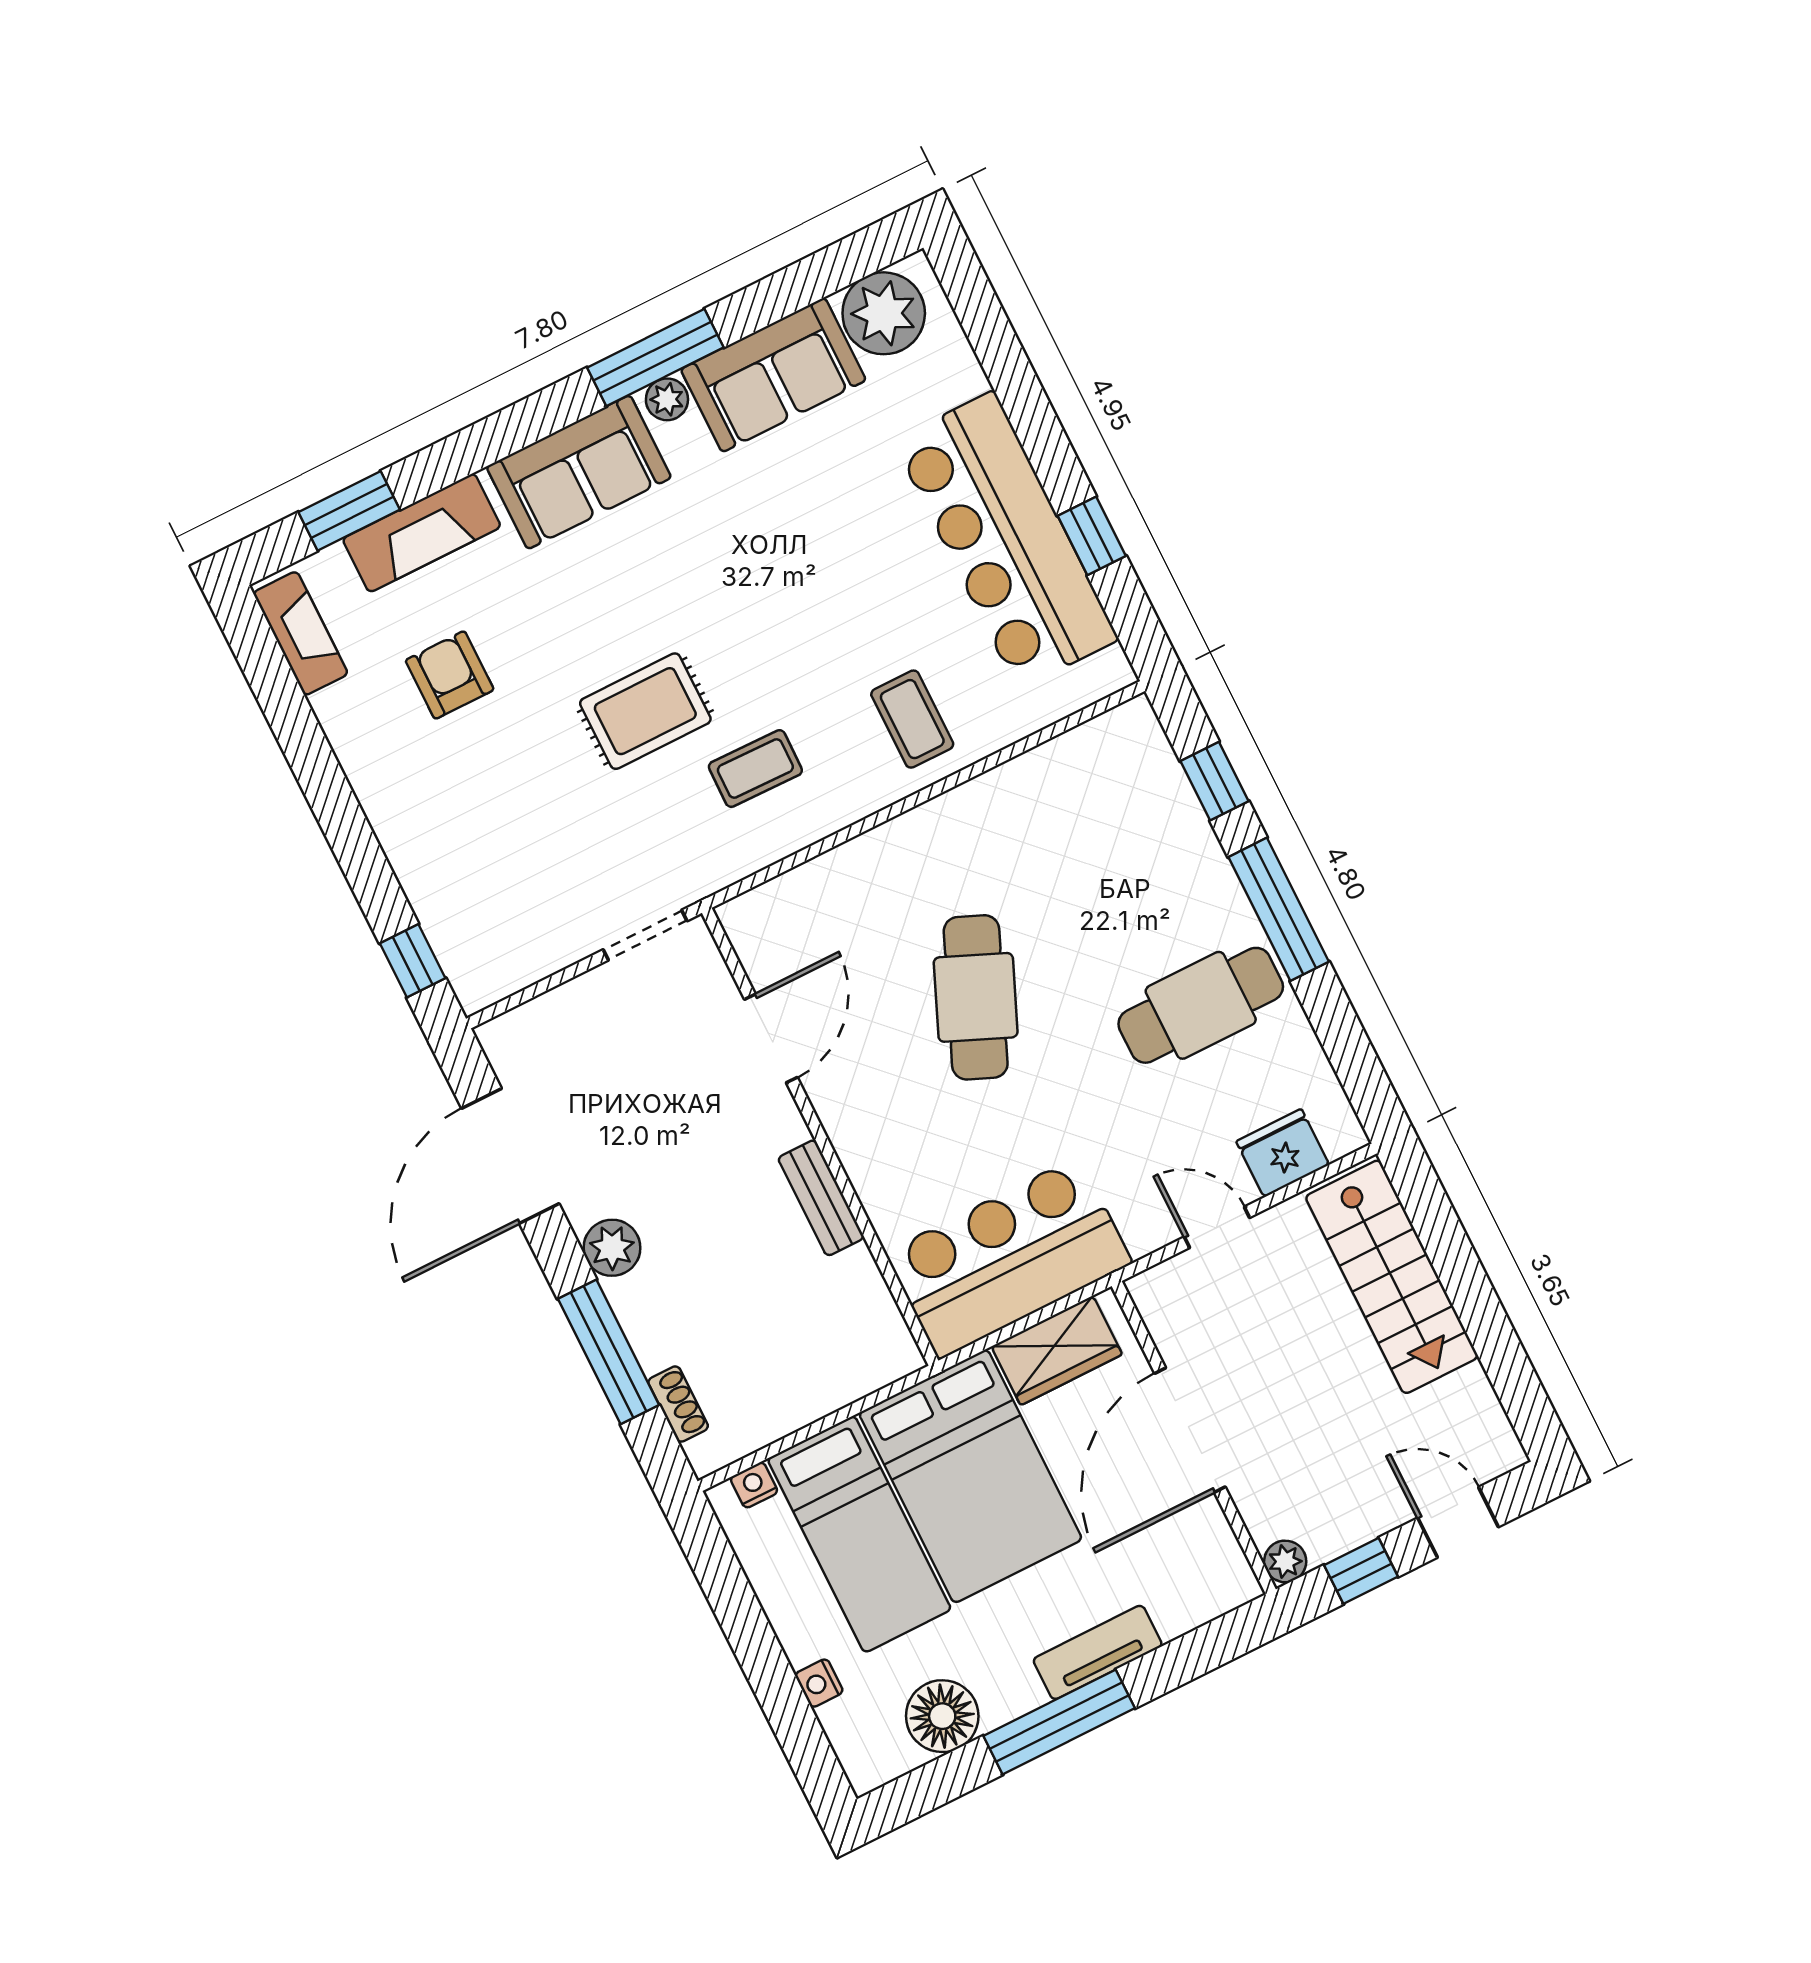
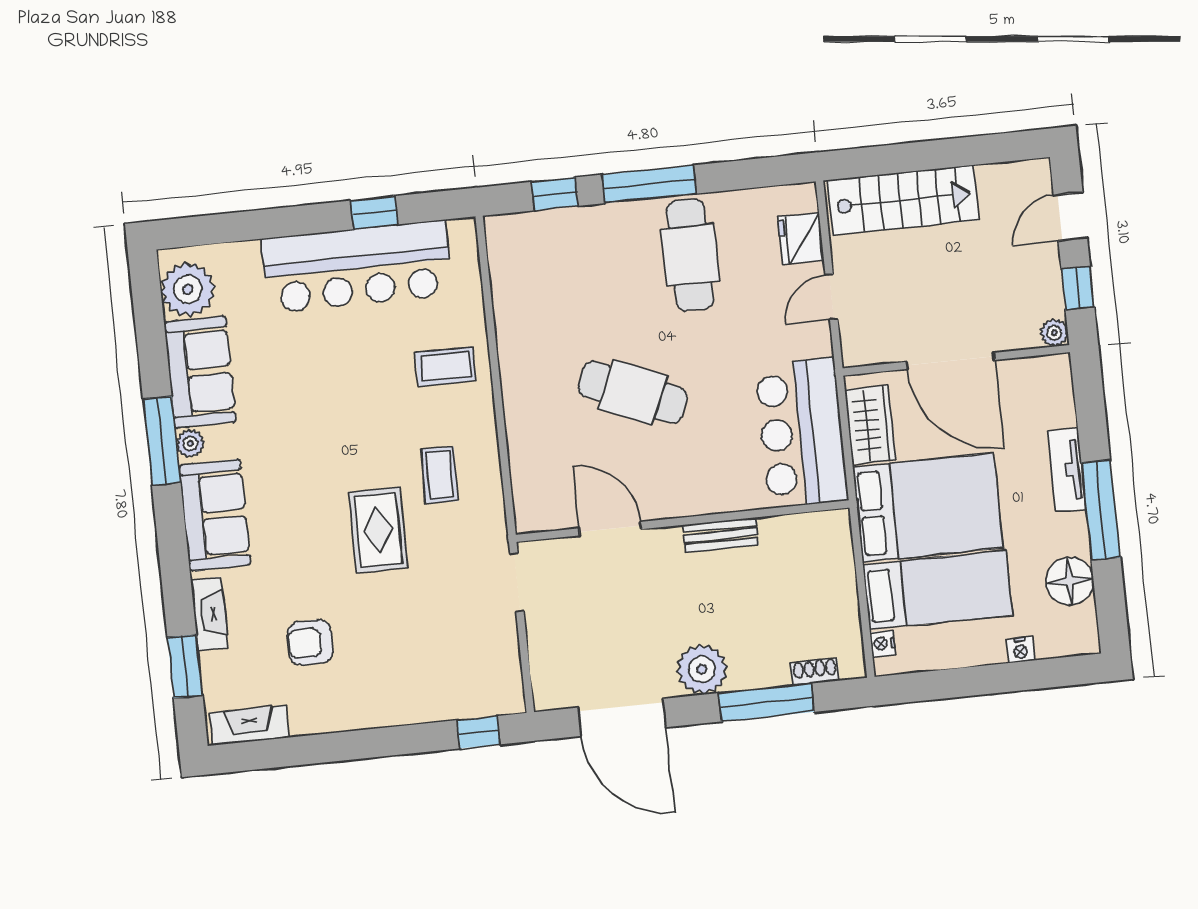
fireplace: (422, 533) -> (209, 614), width x0.73, depth x0.76
plant: (612, 1248) -> (702, 669), width x1.36, depth x1.36

